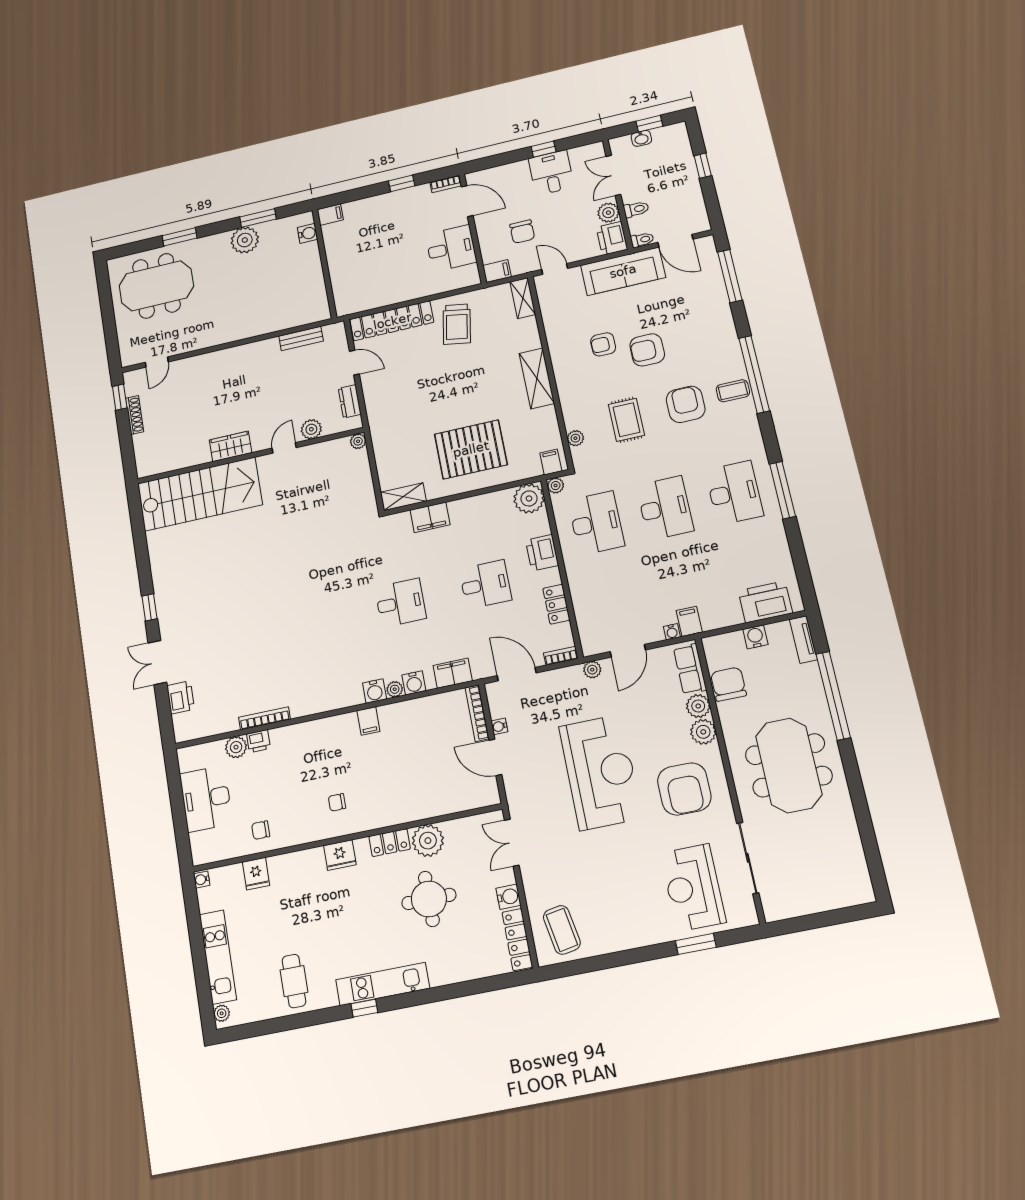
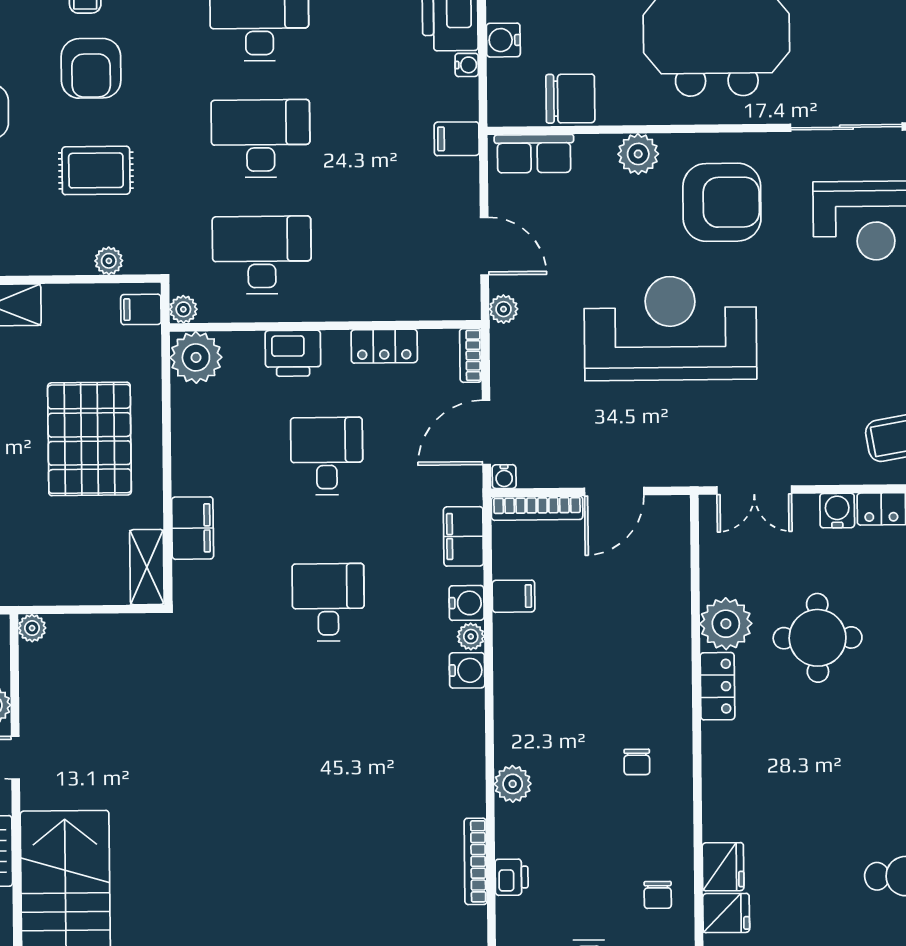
armchair: (686, 404) -> (91, 68), turned -90
water cooler: (672, 632) -> (467, 65), moved
chair: (728, 684) -> (570, 99), turned 180
plant: (698, 706) -> (596, 153), removed
filing cabinet: (368, 721) -> (514, 596), moved
water cooler: (499, 726) -> (504, 477), moved
plant: (236, 747) -> (513, 784), moved
fridge: (340, 855) -> (723, 867), moved

